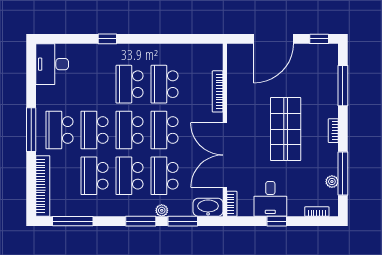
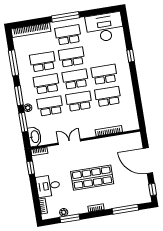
desk: (52, 64) -> (105, 27), width x1.36, depth x1.30
double door: (225, 155) -> (69, 142), width x0.54
window: (343, 173) -> (70, 218), width x0.69
desk: (270, 199) -> (48, 186), moved
window: (73, 221) -> (14, 63), moved
window: (277, 221) -> (31, 168), moved

